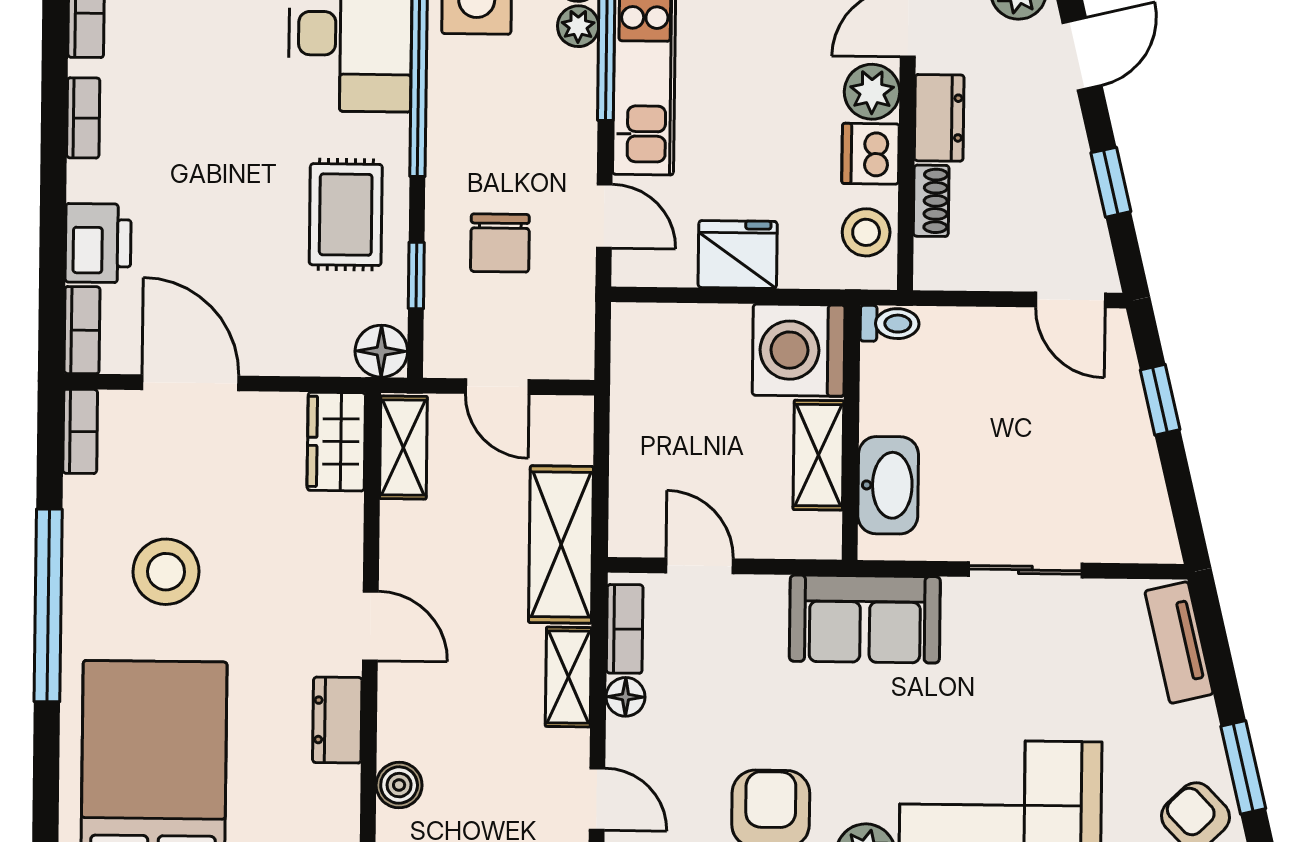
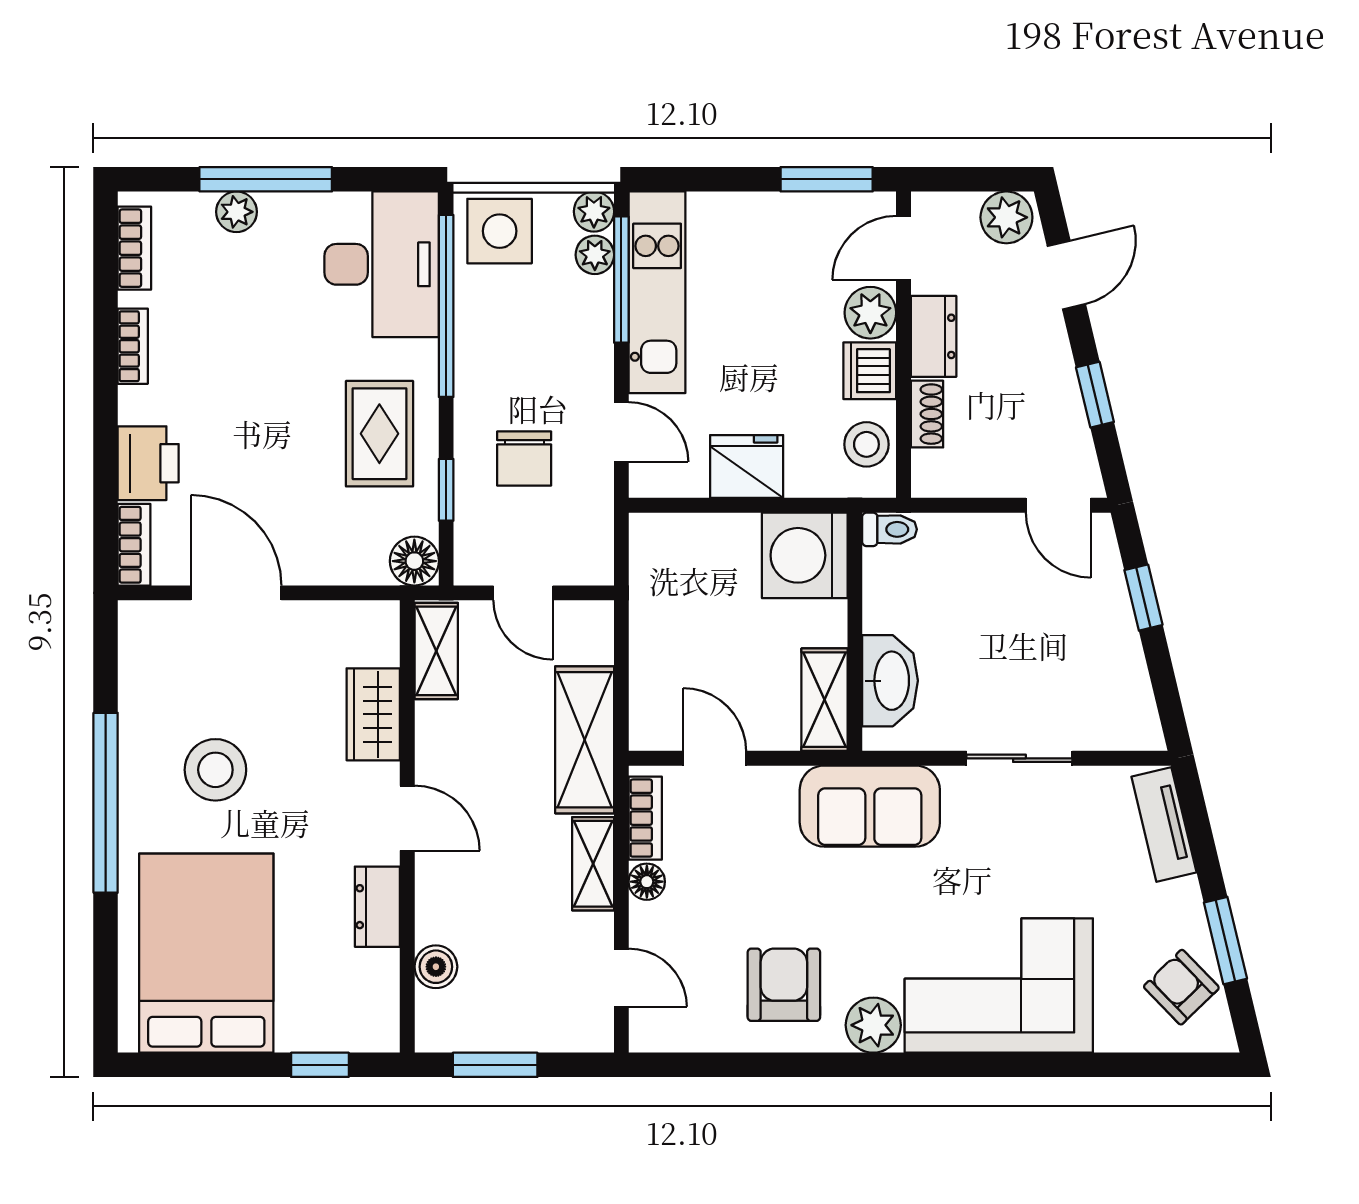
bookcase: (80, 431) -> (133, 640), removed
wardrobe: (336, 442) -> (373, 714), moved
shelving: (818, 455) -> (824, 700), moved

